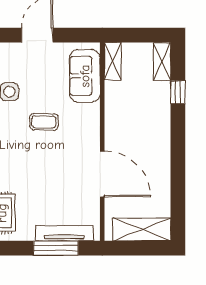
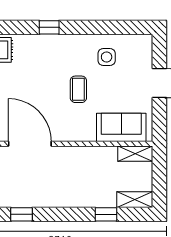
door: (102, 174) -> (30, 144), swing flipped
window: (178, 183) -> (22, 214), added

